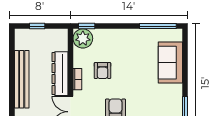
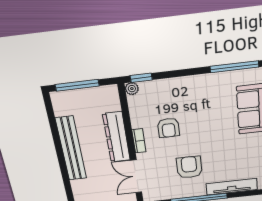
window: (37, 26) -> (77, 85), width x2.17
plant: (83, 38) -> (132, 89), width x0.53, depth x0.53

